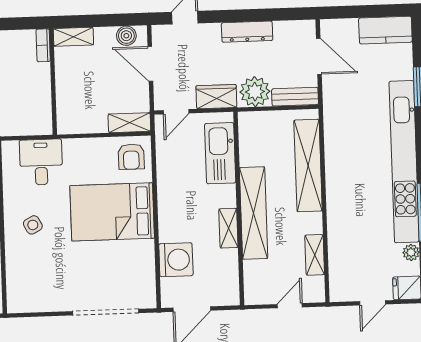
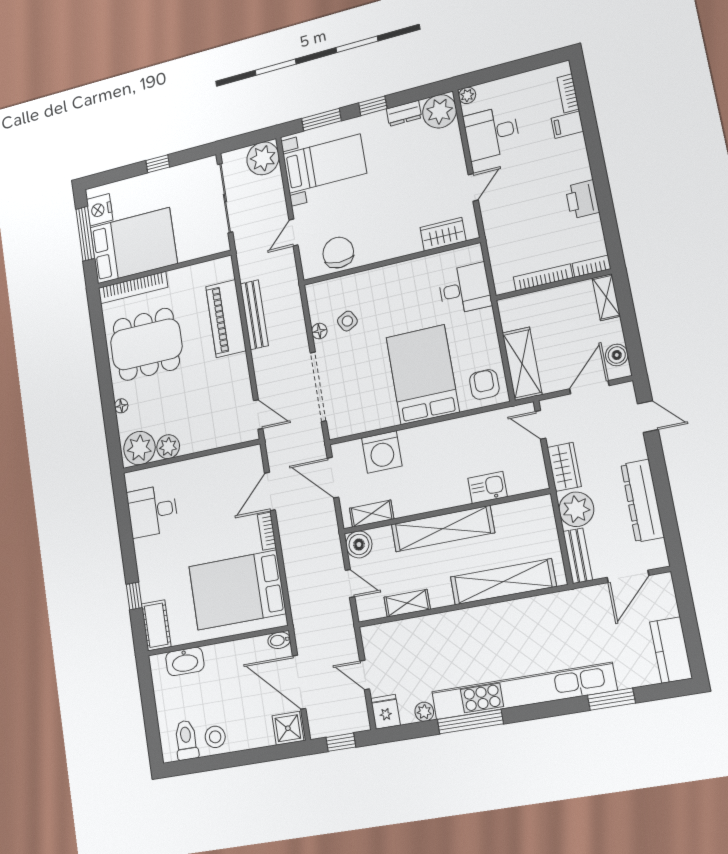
dresser: (247, 32) -> (643, 501), width x1.37, depth x1.24
bookcase: (45, 90) -> (543, 277), added
shelving: (129, 123) -> (522, 364), width x1.50, depth x1.33
kitchen sink: (220, 153) -> (487, 487), width x0.53, depth x0.81
armchair: (131, 157) -> (484, 384), turned 90
side table: (33, 225) -> (347, 321), moved
shelving: (228, 228) -> (372, 514), moved
boiler: (256, 293) -> (359, 544), added
floor lamp: (54, 304) -> (319, 331), added

